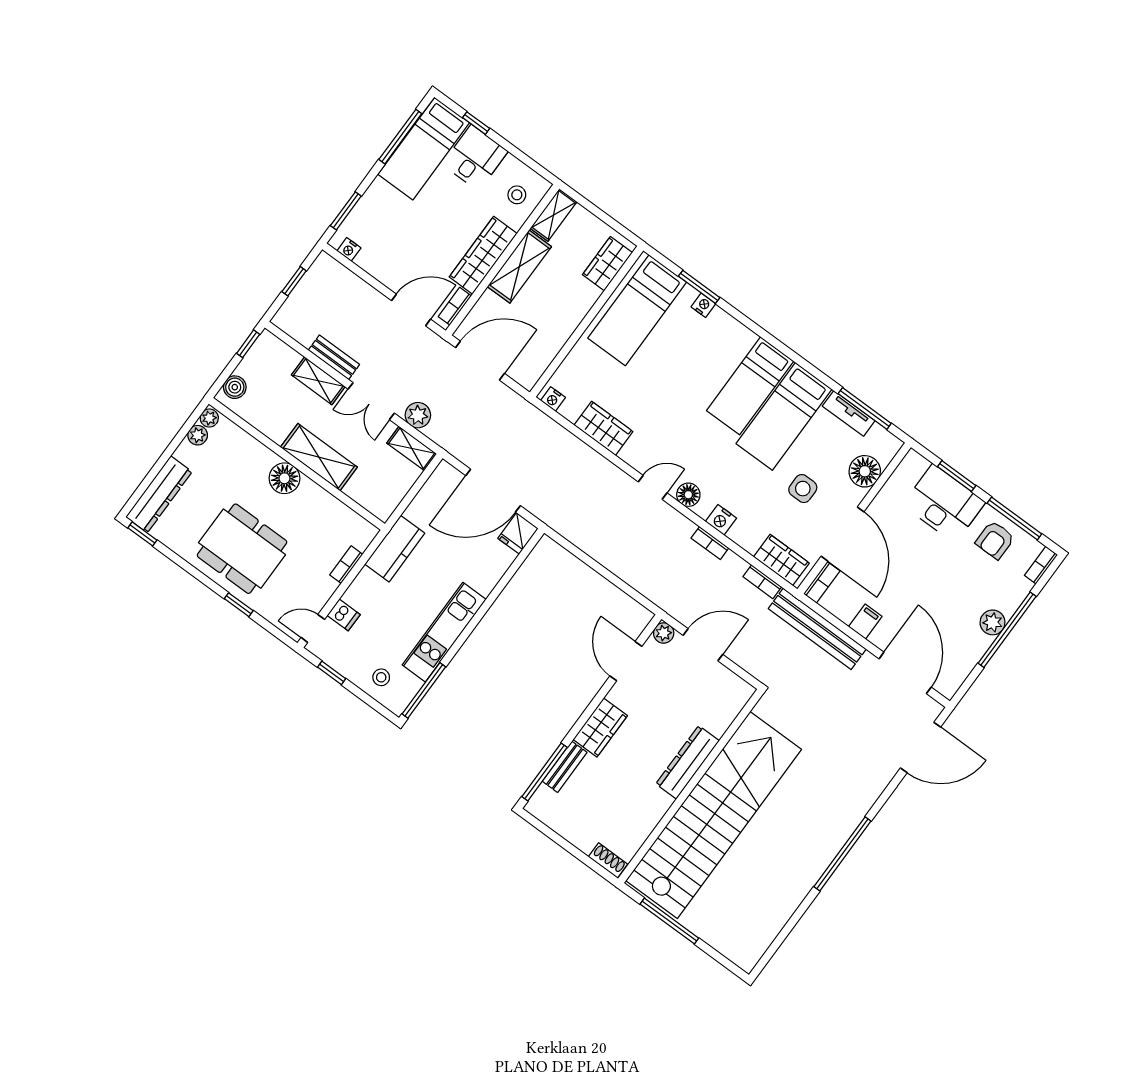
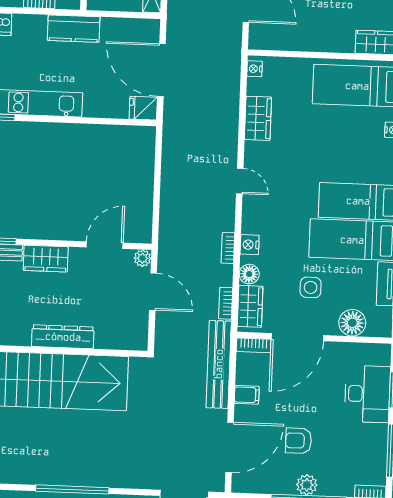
floor lamp: (688, 495) -> (249, 274), moved
armchair: (995, 540) -> (299, 441), moved

